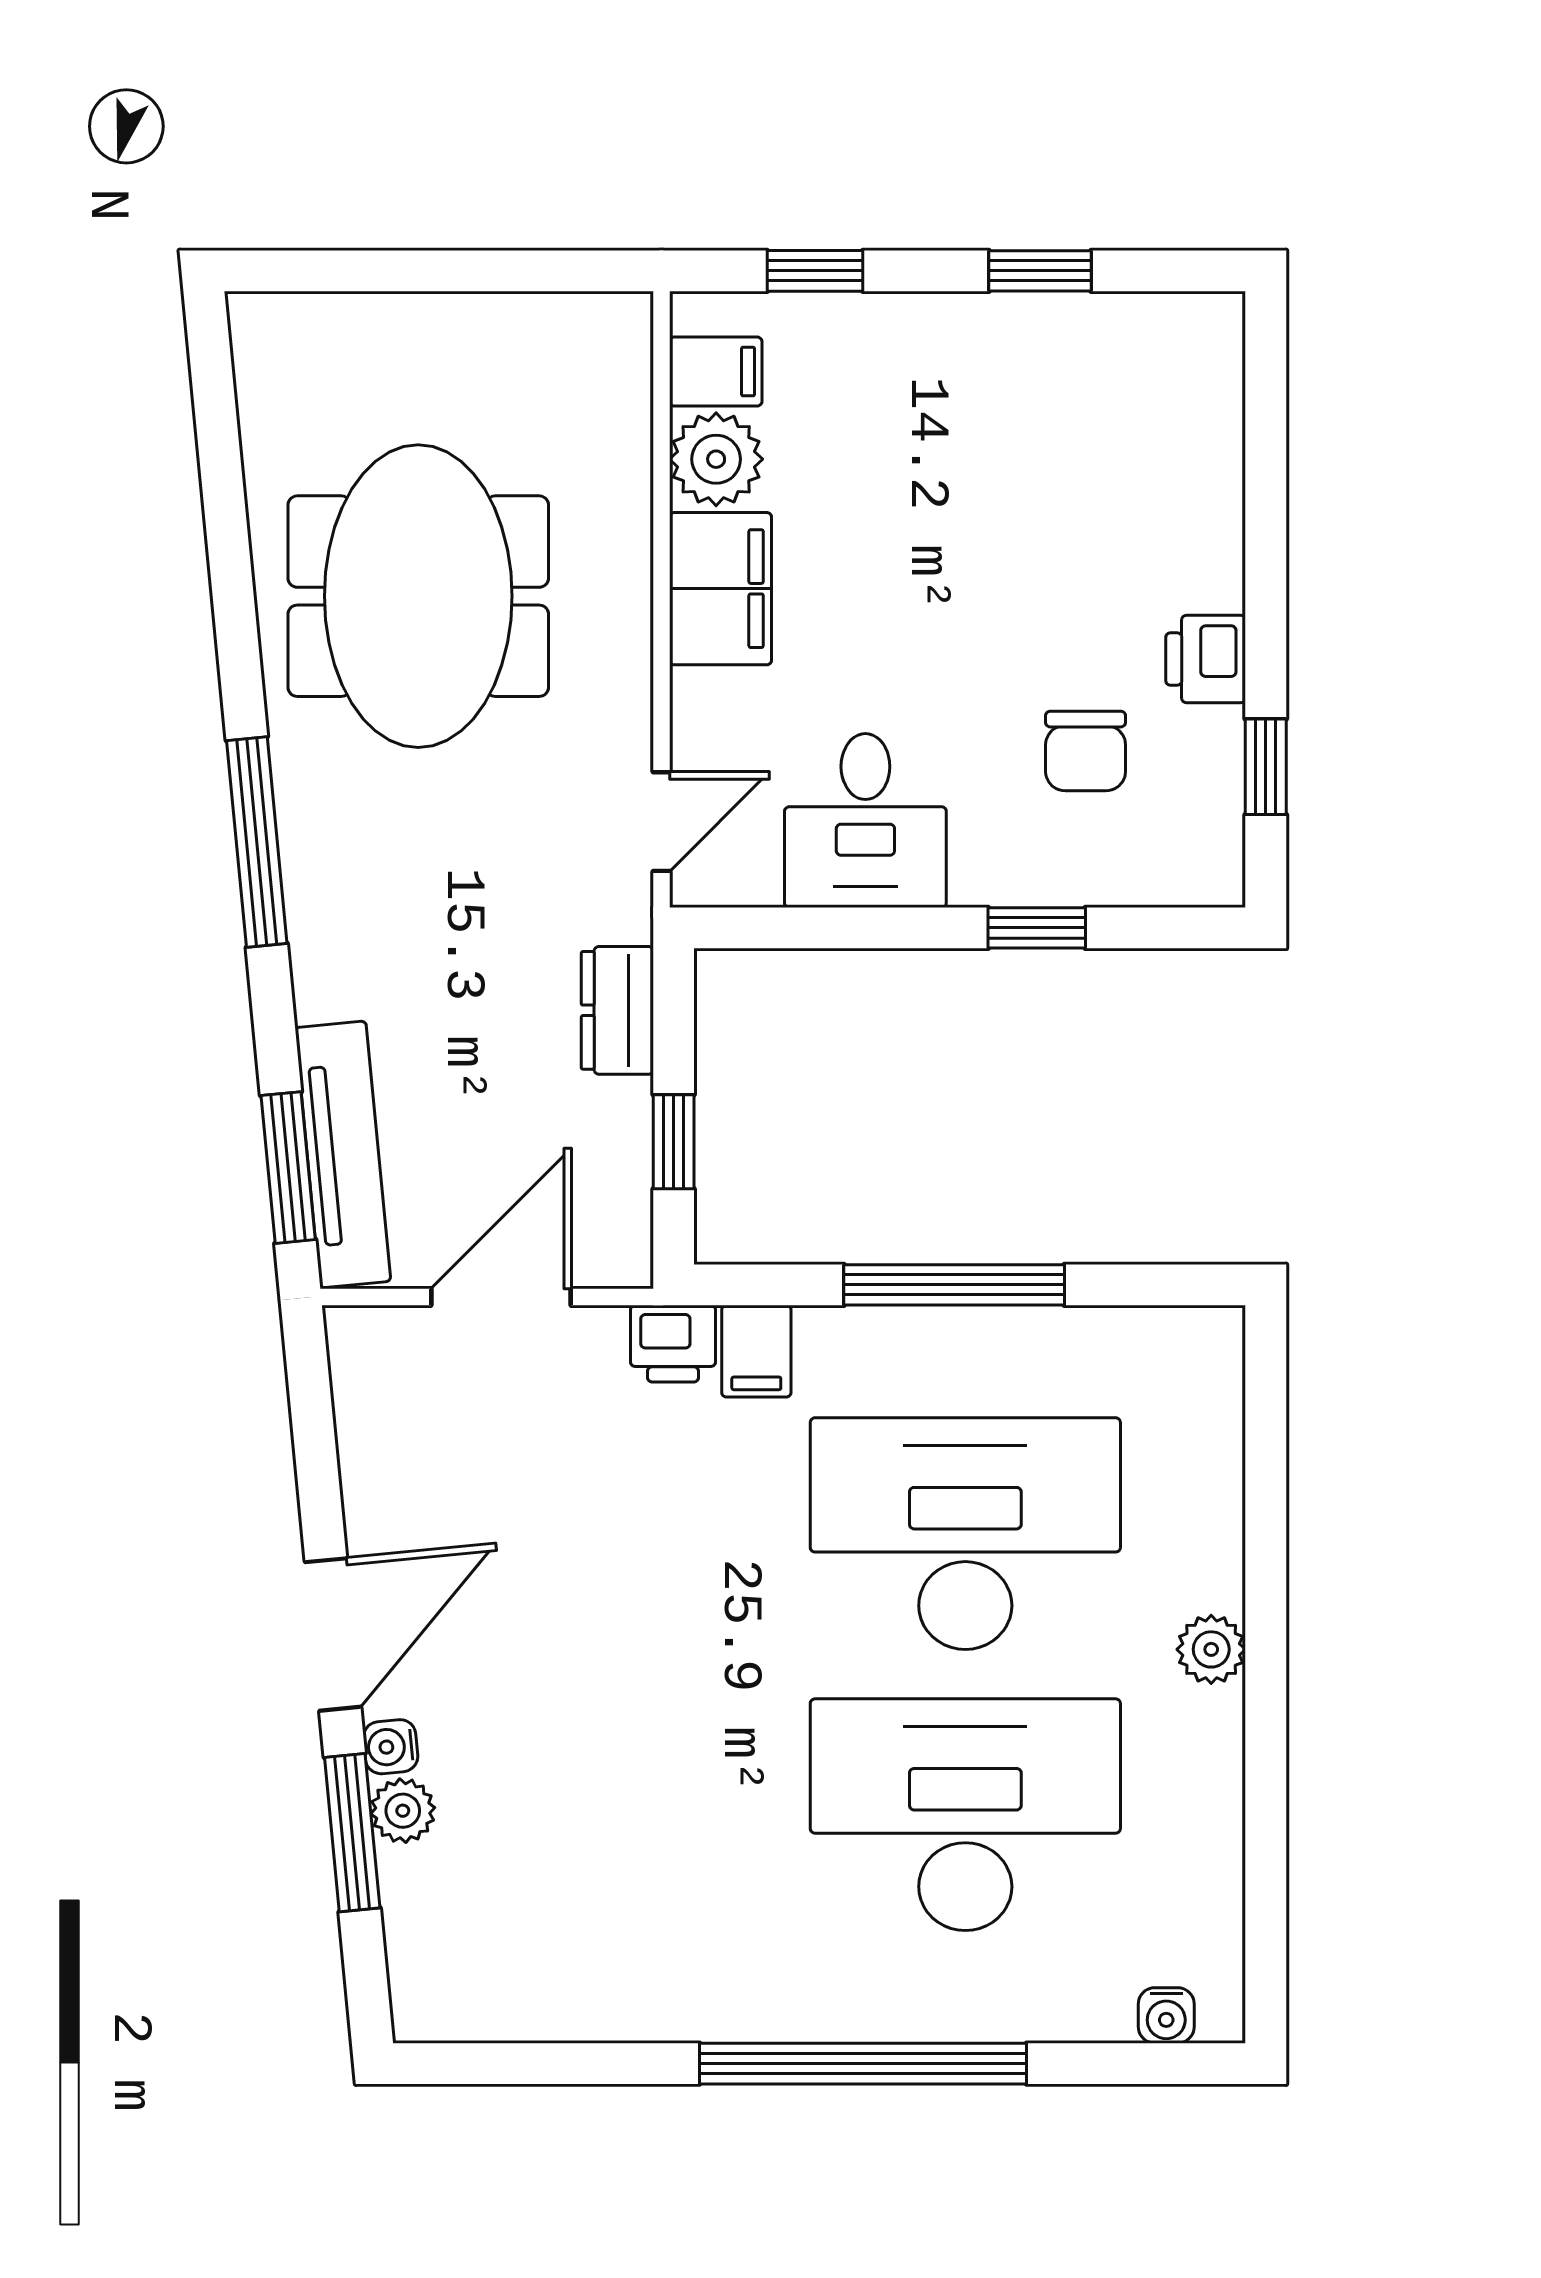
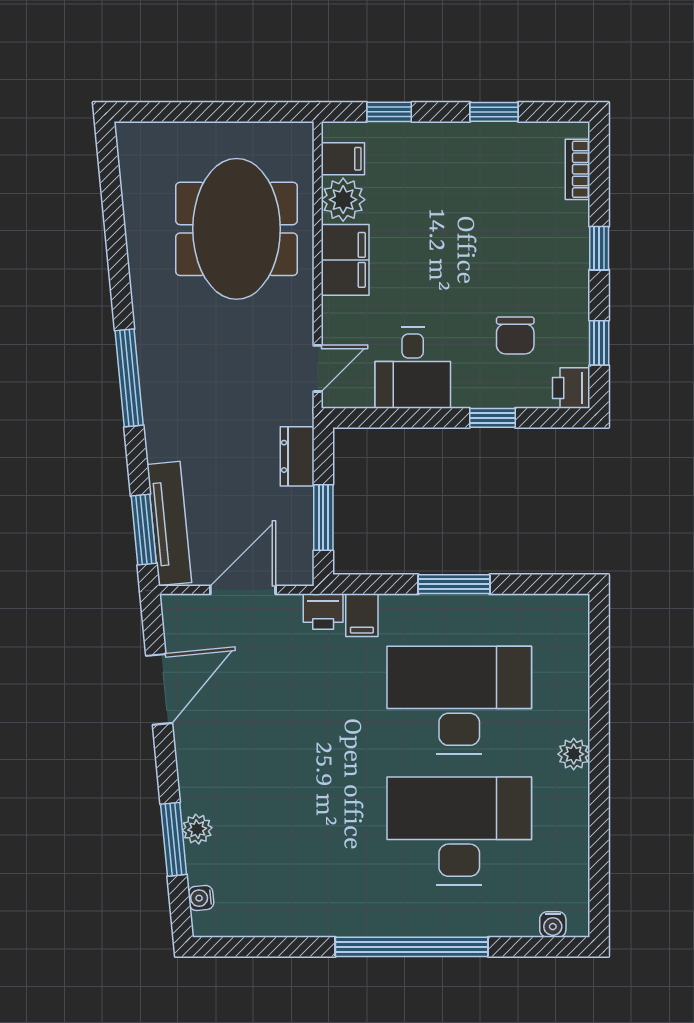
bookcase: (1219, 394) -> (578, 169), added
window: (1266, 563) -> (599, 248), added
meeting table: (418, 596) -> (237, 229), moved
printer: (1206, 659) -> (571, 388), moved
window: (674, 1142) -> (323, 518), width x1.50
window: (954, 1285) -> (454, 584), width x0.69
door: (333, 1634) -> (159, 689), moved
water cooler: (391, 1747) -> (201, 898), moved

